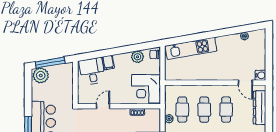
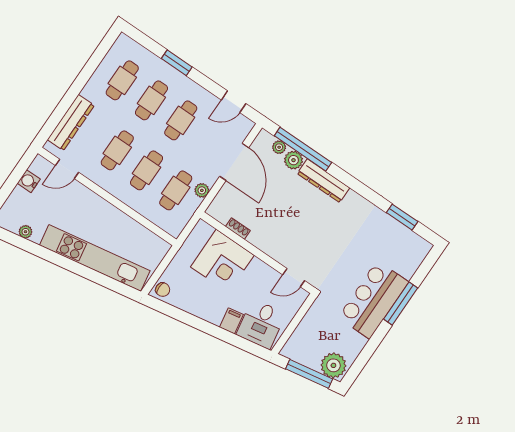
kitchen unit: (191, 48) -> (95, 258), width x1.36
plant: (137, 57) -> (187, 302), removed
water cooler: (260, 75) -> (29, 181), moved
door: (245, 83) -> (67, 169), swing flipped
corner desk: (146, 89) -> (222, 261), moved, turned 90
door: (103, 106) -> (294, 278), moved

